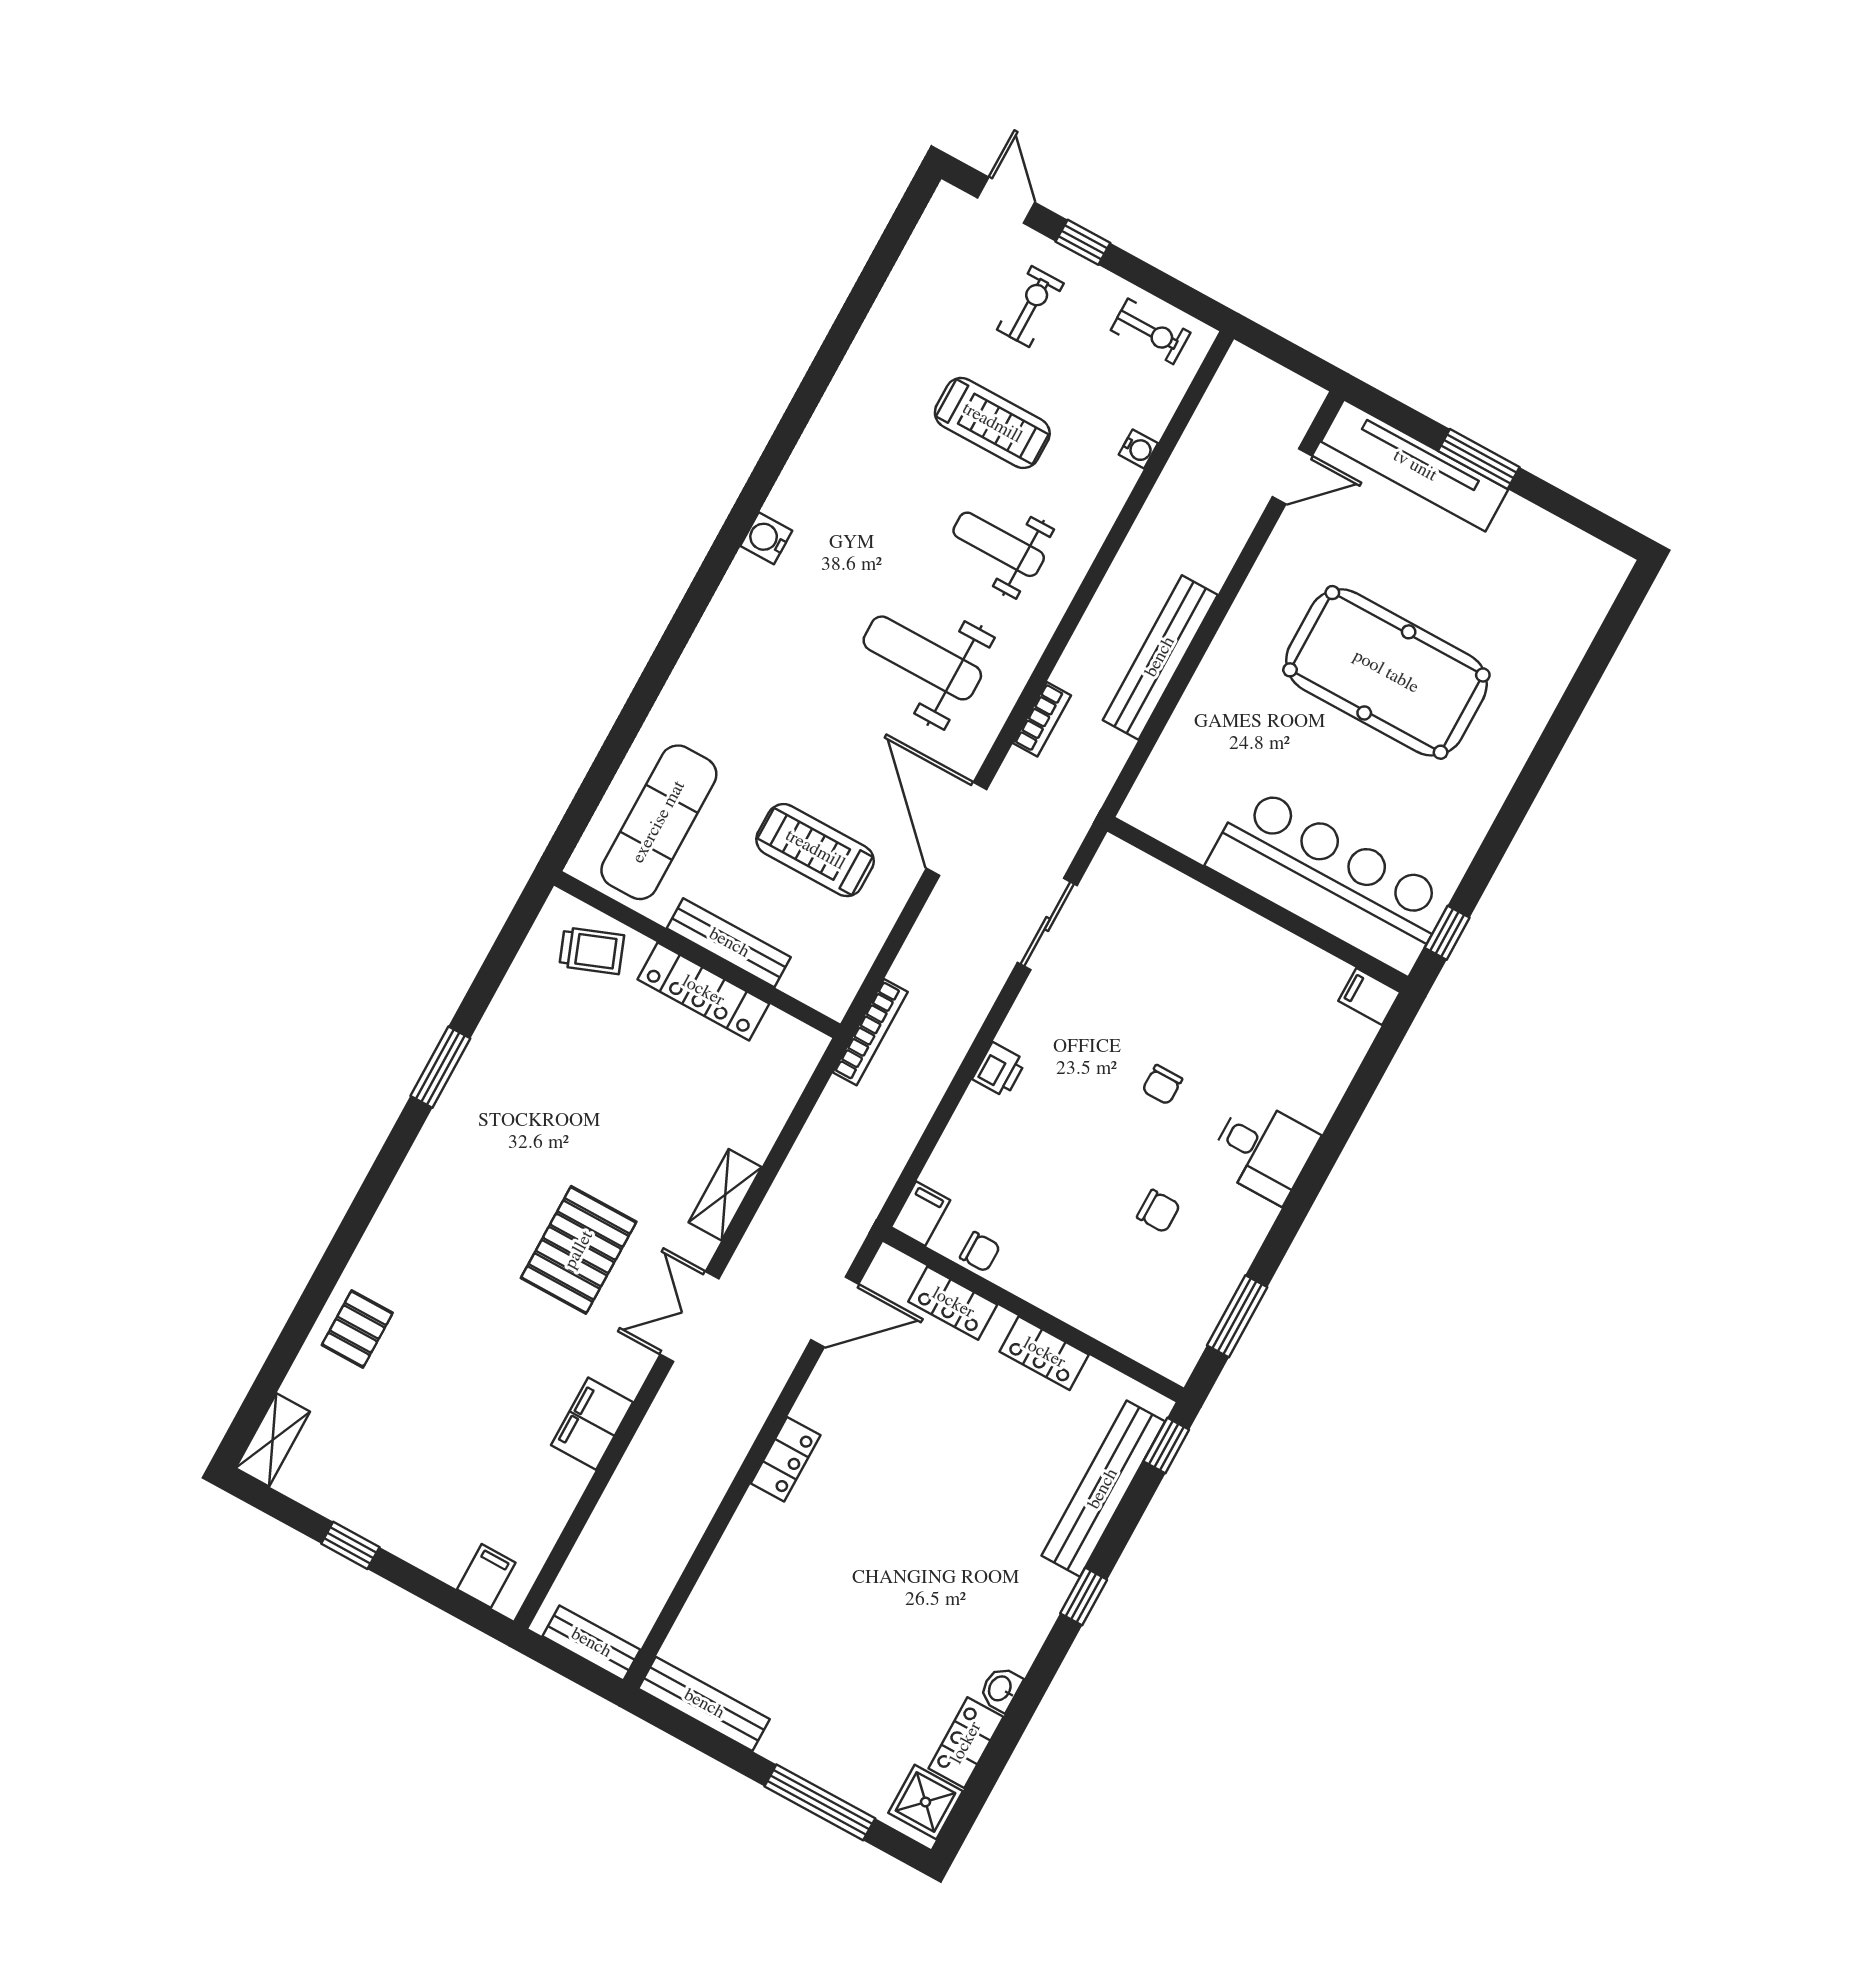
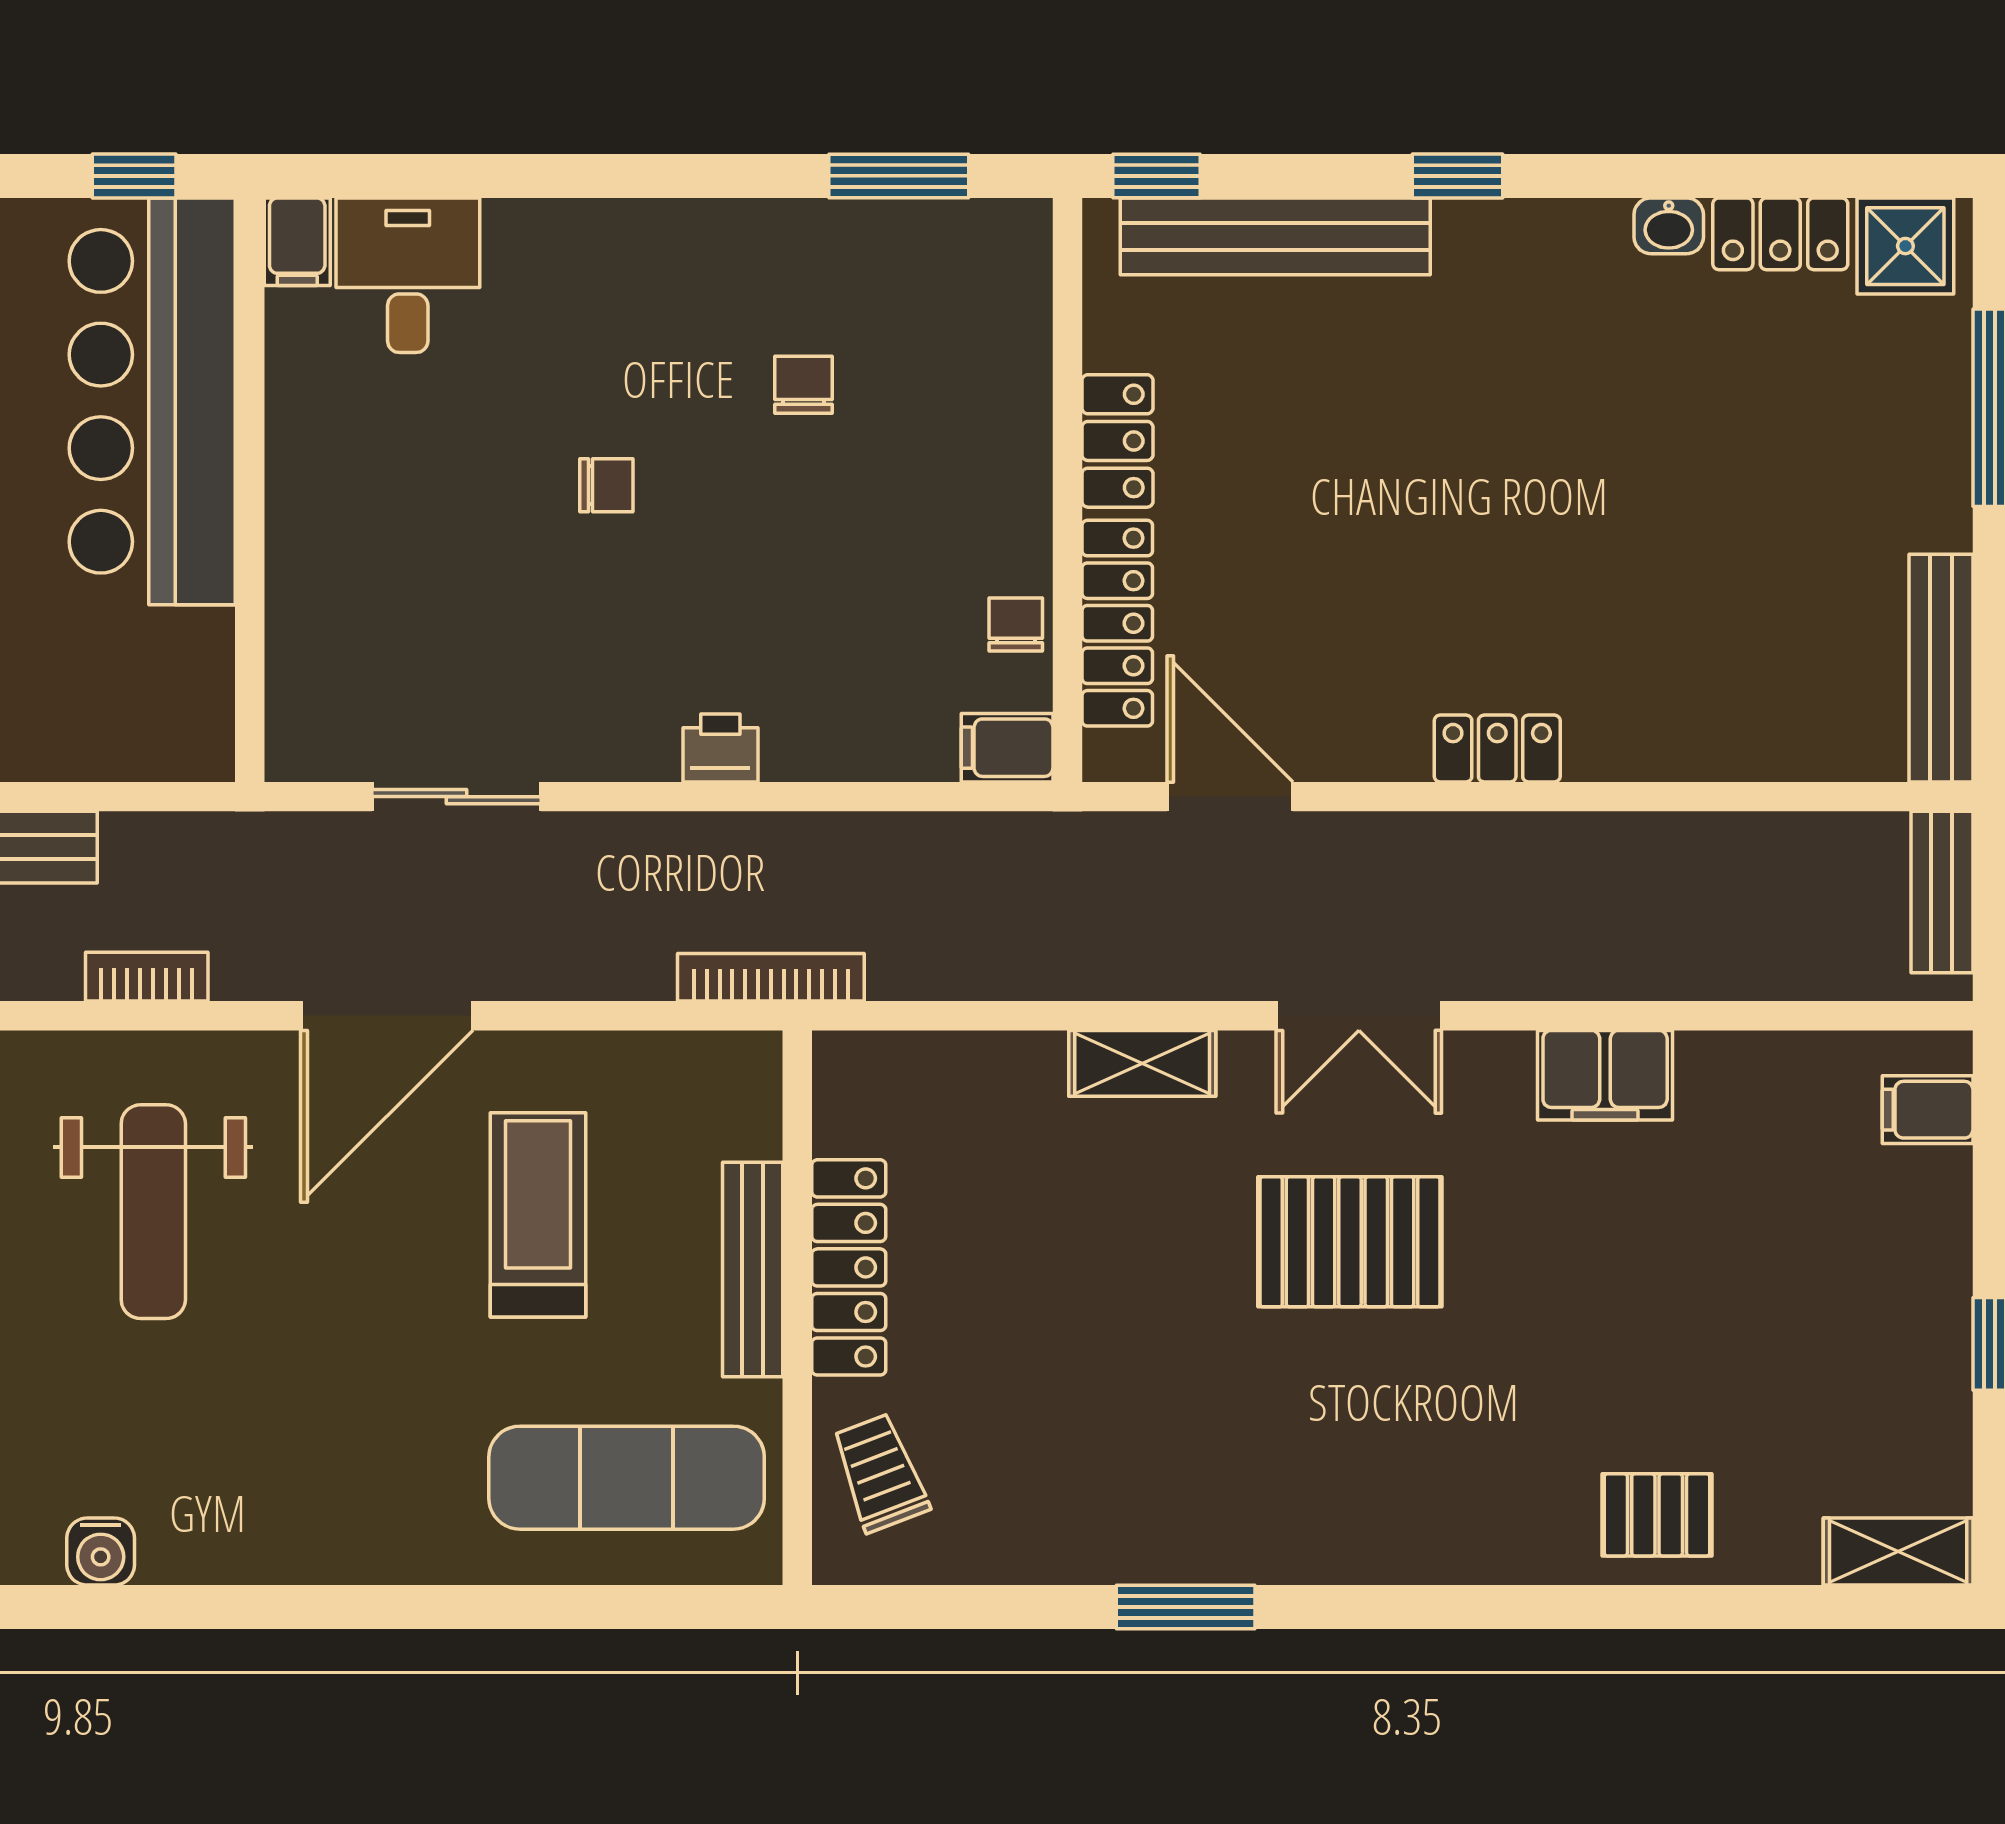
treadmill: (815, 850) -> (538, 1215), turned 180
desk: (1263, 1150) -> (408, 275), moved
locker: (953, 1303) -> (1117, 623), width x1.53

